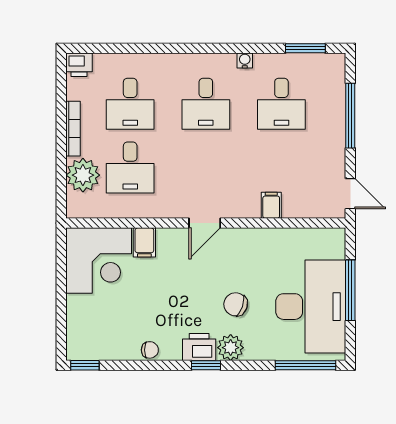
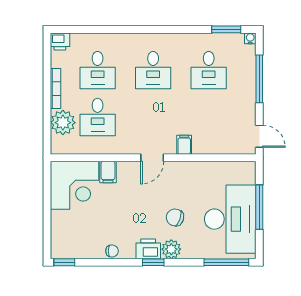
water cooler: (245, 60) -> (250, 38), moved
filing cabinet: (271, 205) -> (184, 145), moved

